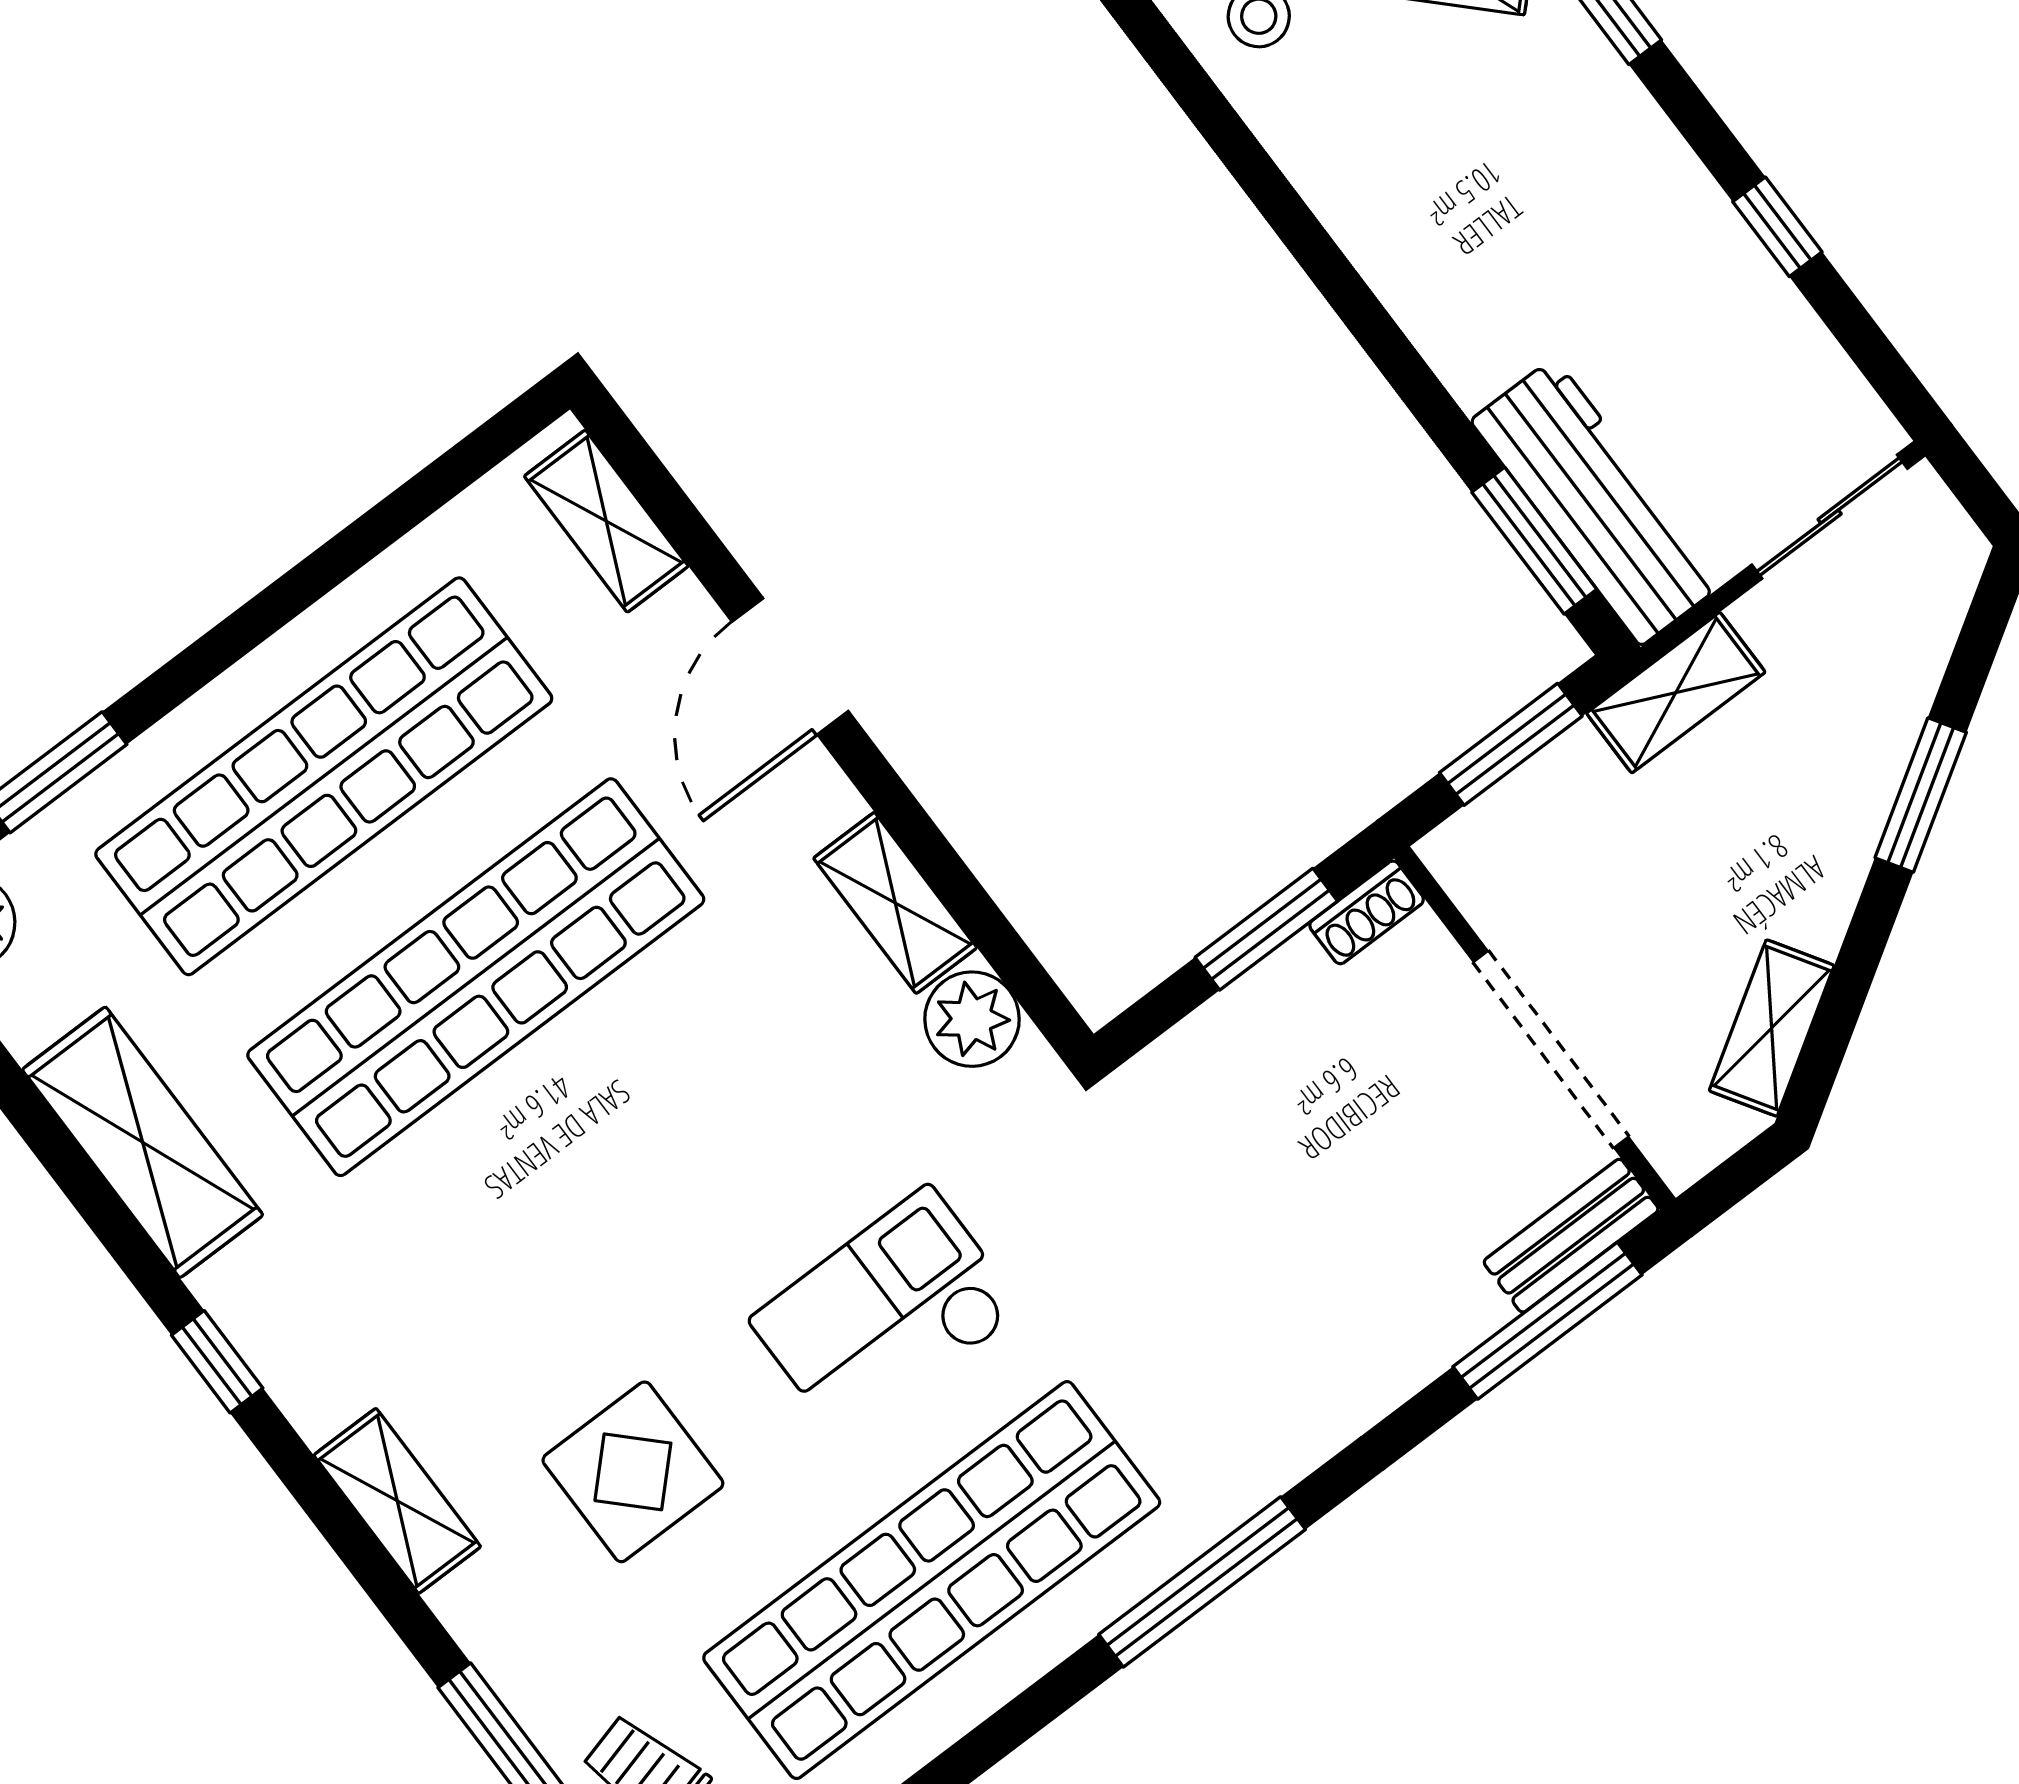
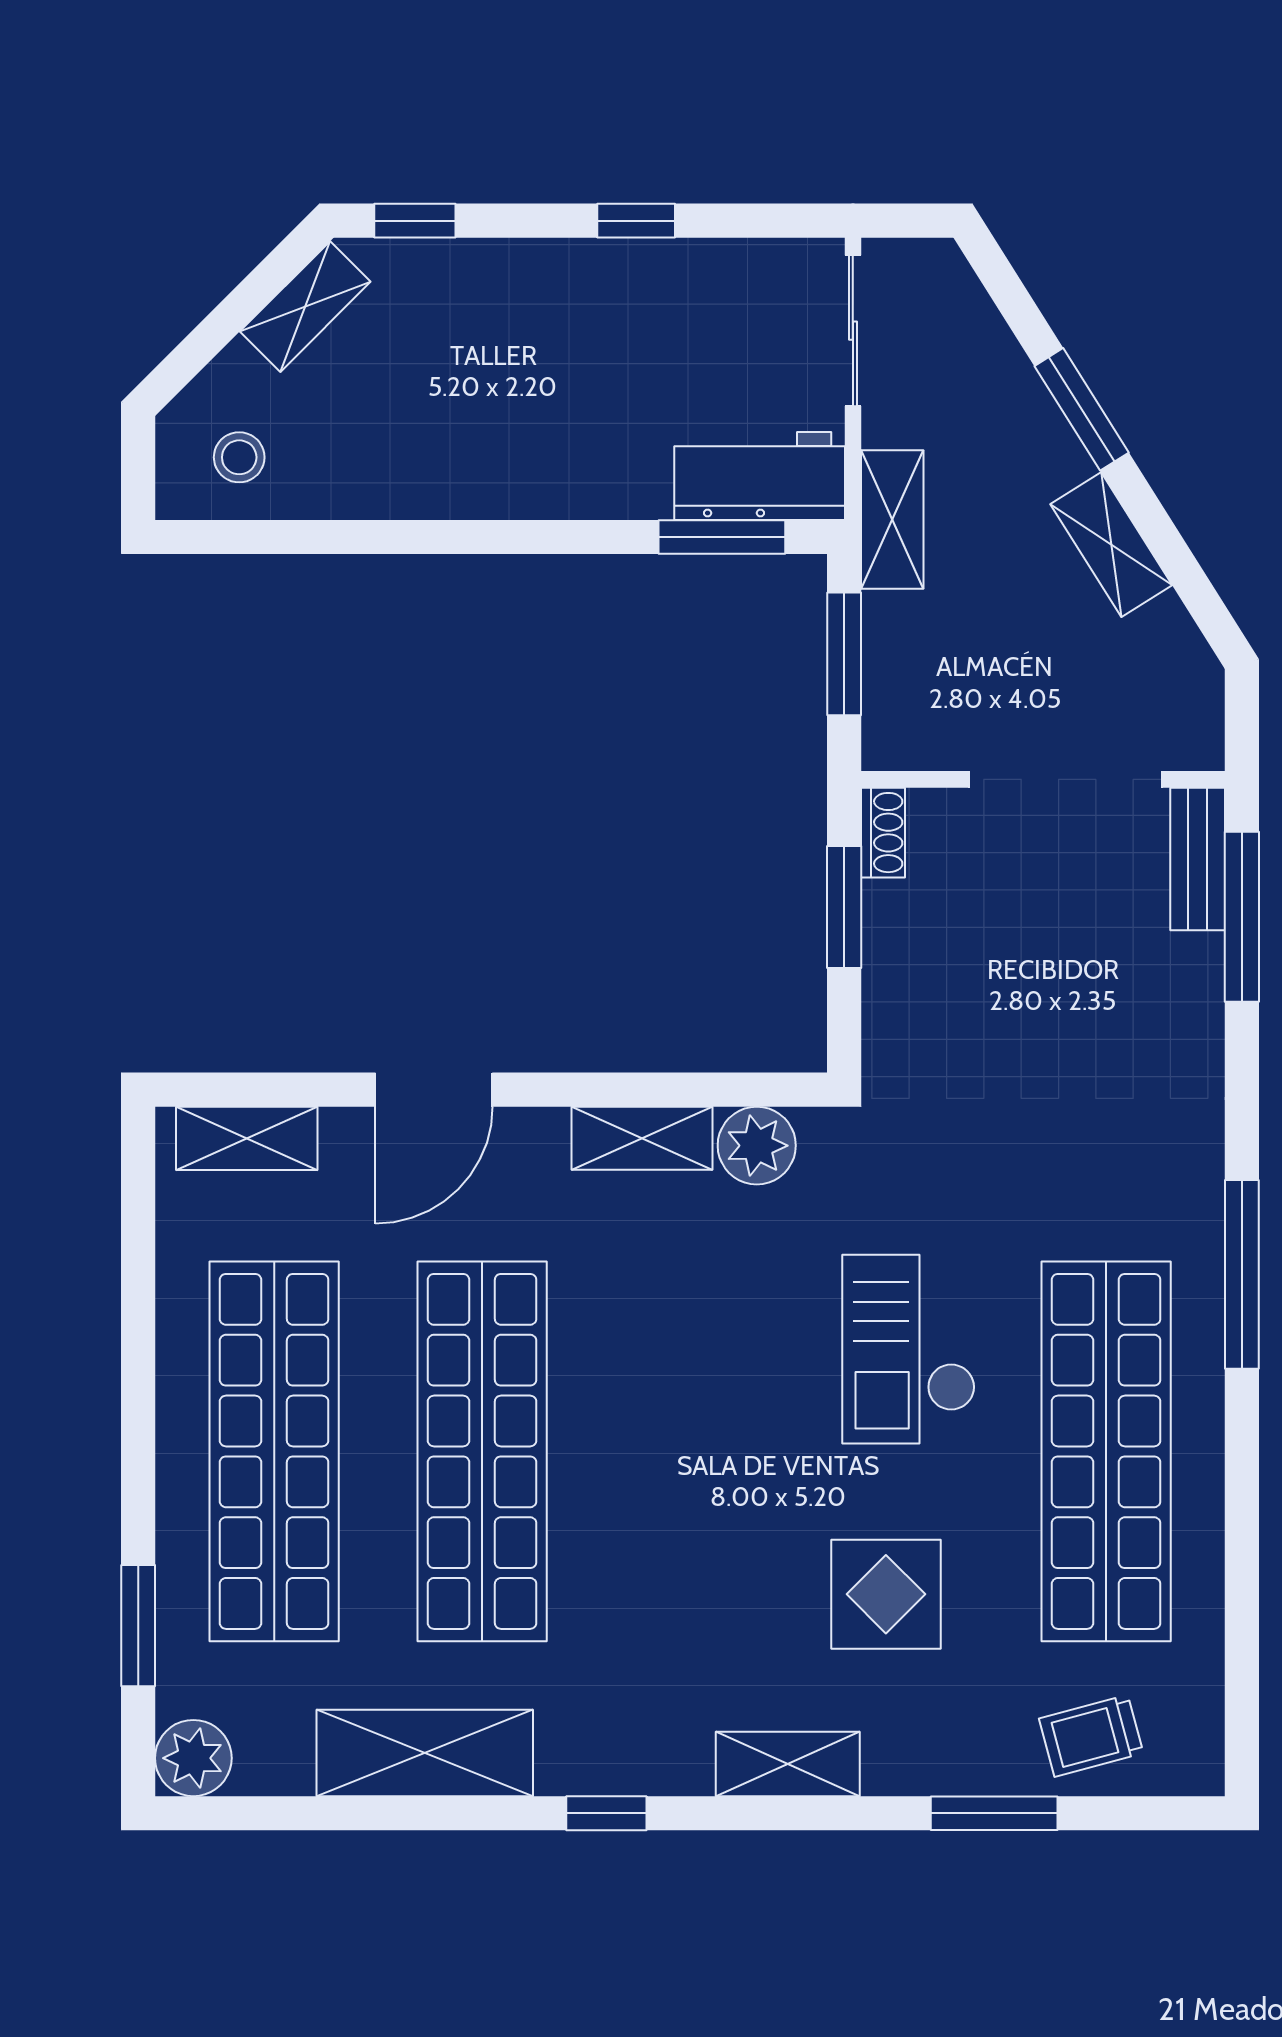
workbench: (1598, 502) -> (760, 476), width x0.73
door: (790, 666) -> (434, 1090), hinge flipped
shelving: (1772, 1028) -> (1111, 545), moved

